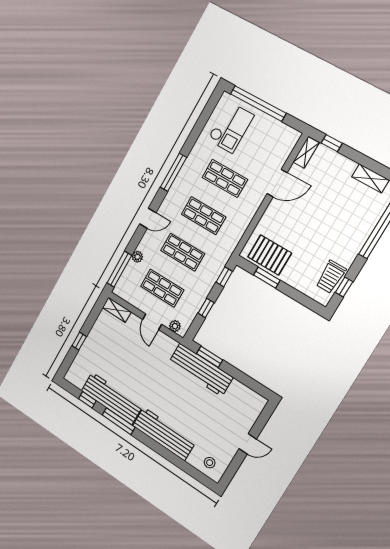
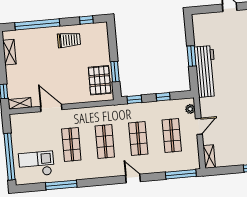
window: (173, 172) -> (61, 185), moved
plant: (137, 257) -> (163, 167), removed
trolley: (331, 277) -> (69, 40), moved
window: (210, 357) -> (191, 56), moved

